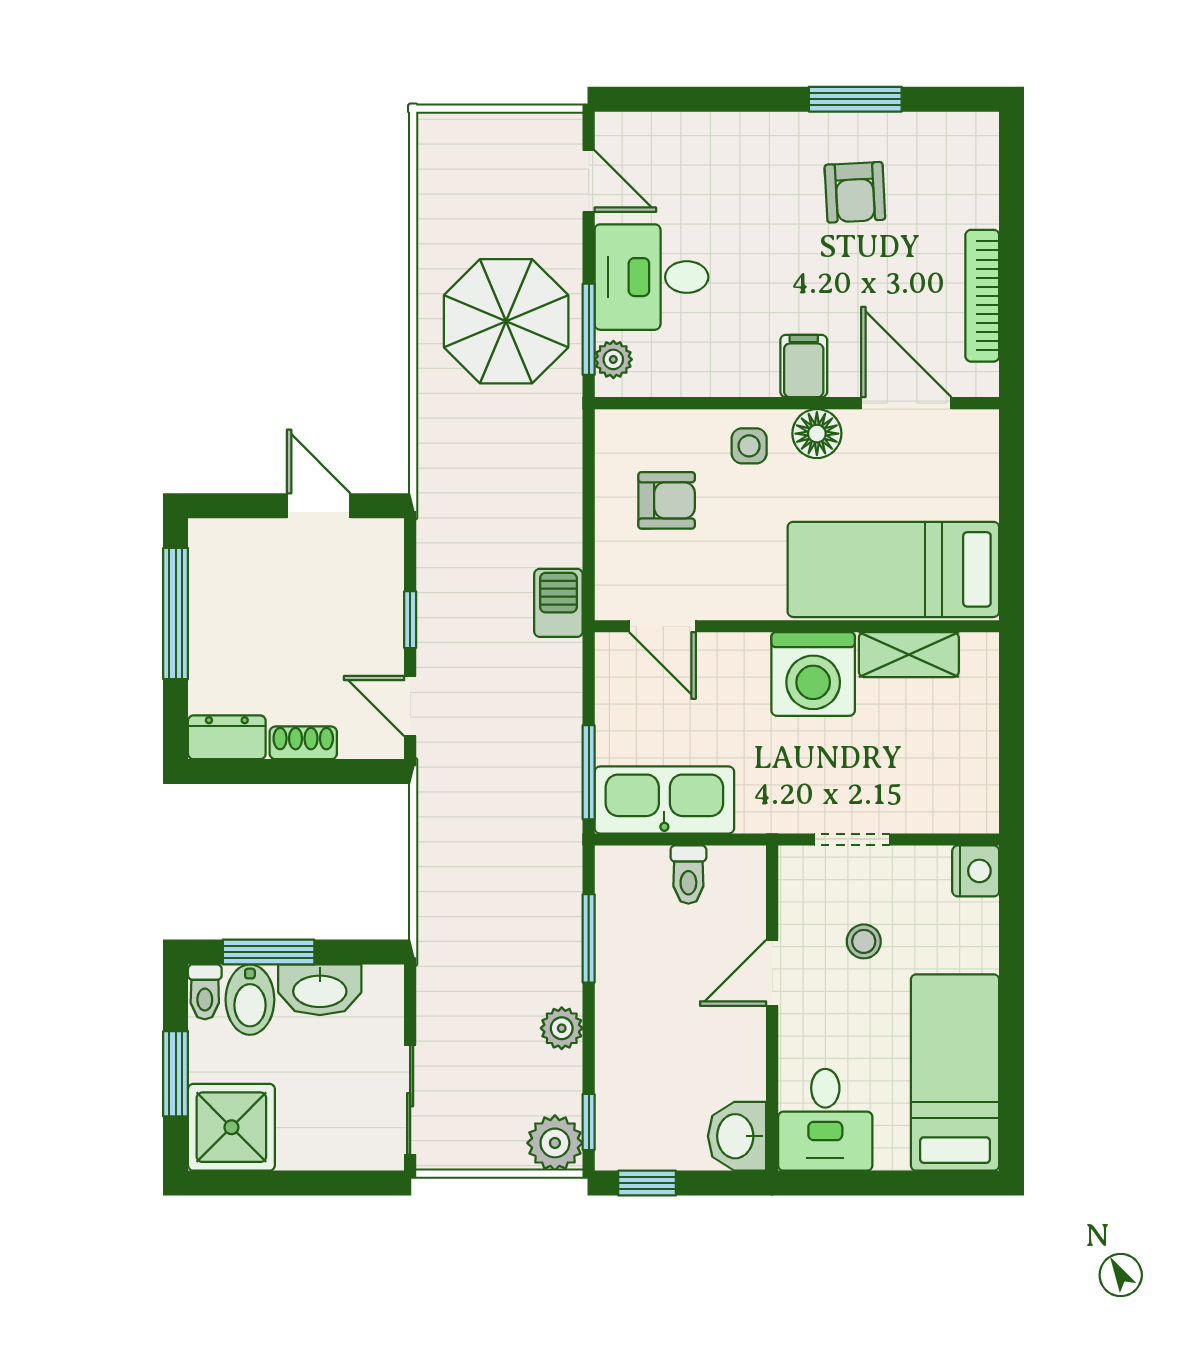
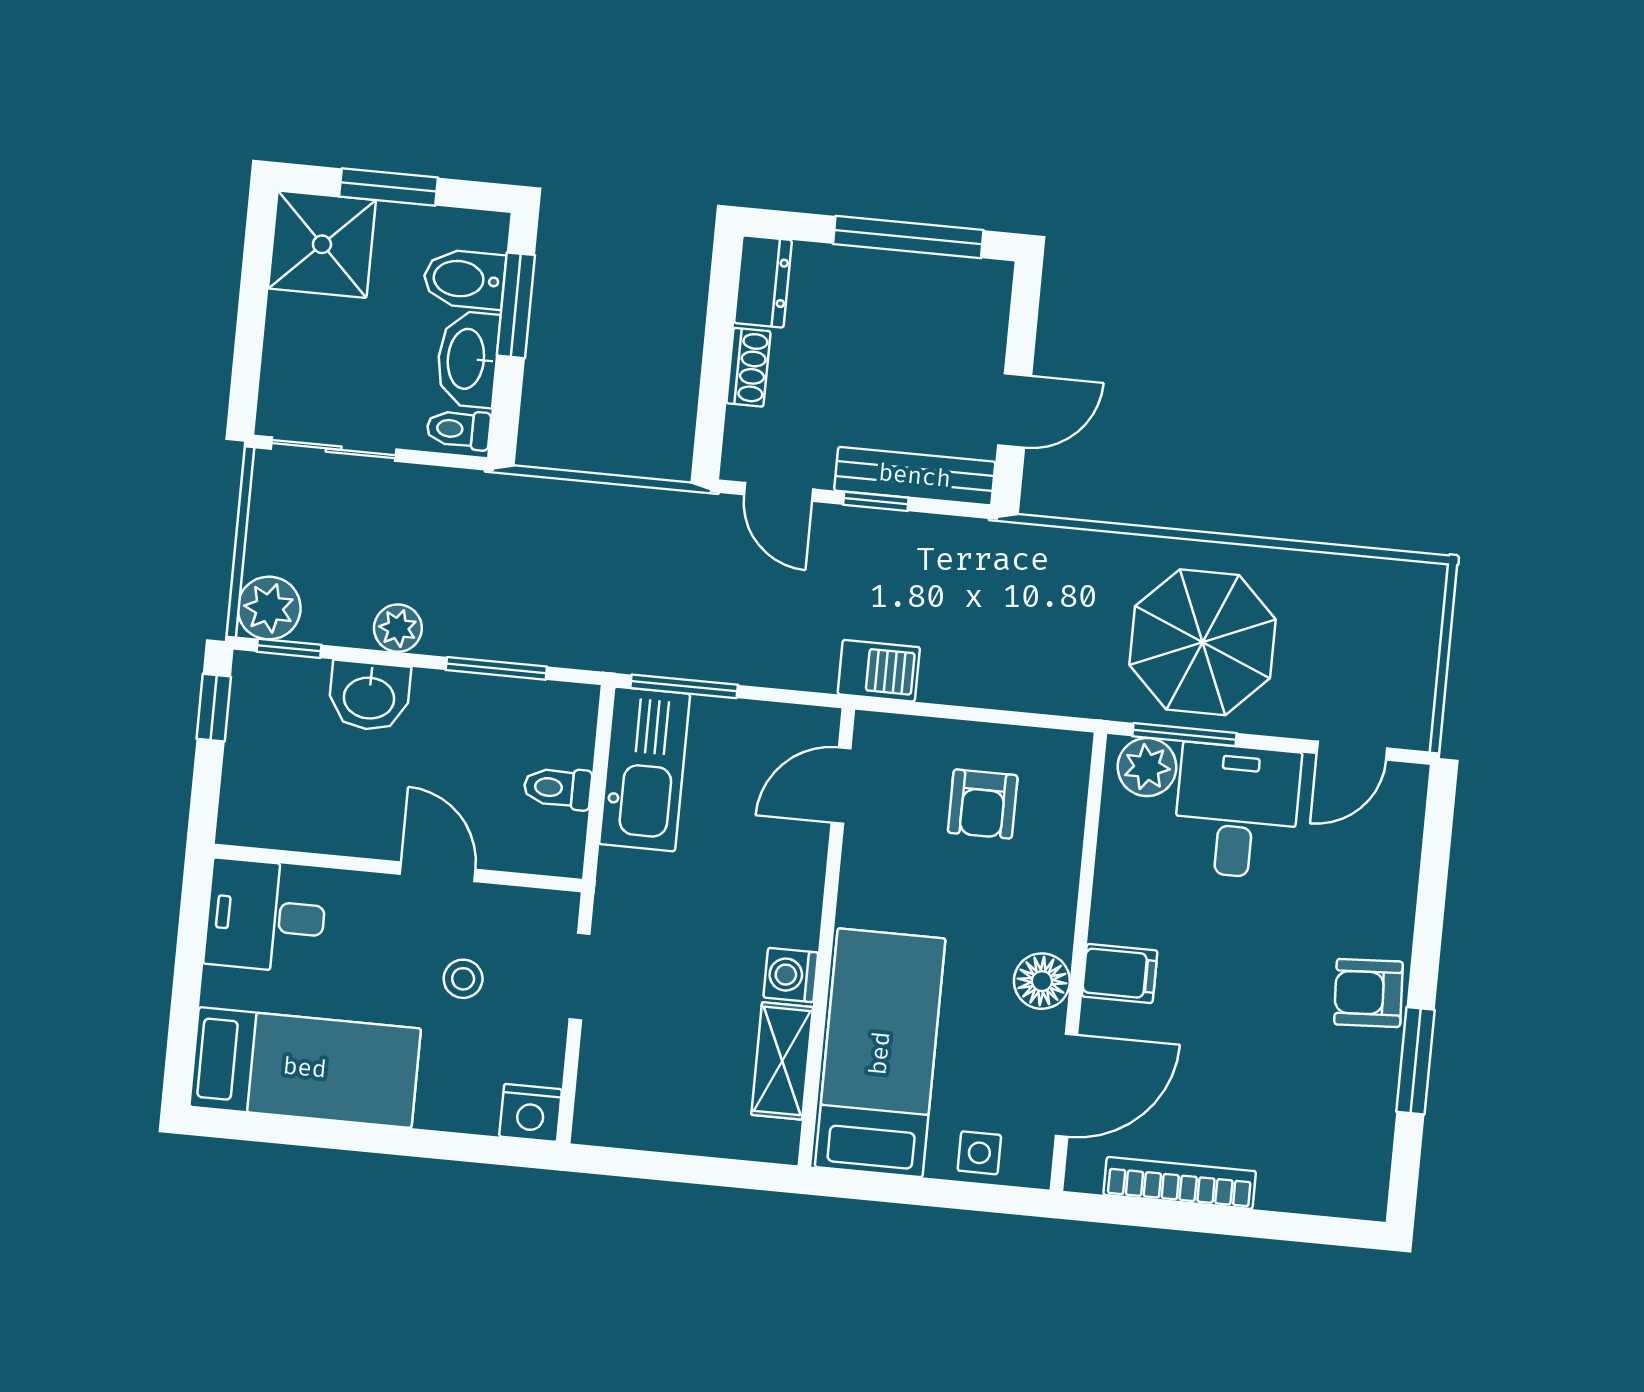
armchair: (855, 192) -> (1368, 993), moved
plant: (613, 359) -> (1147, 767), width x1.38, depth x1.38
side table: (749, 446) -> (979, 1153), moved
bench: (385, 588) -> (915, 476), added
washing machine: (813, 674) -> (791, 975), width x0.53, depth x0.53
door: (410, 706) -> (778, 492), swing flipped
toilet: (205, 992) -> (459, 429), moved
washbasin: (737, 1136) -> (369, 696), moved, turned 180

